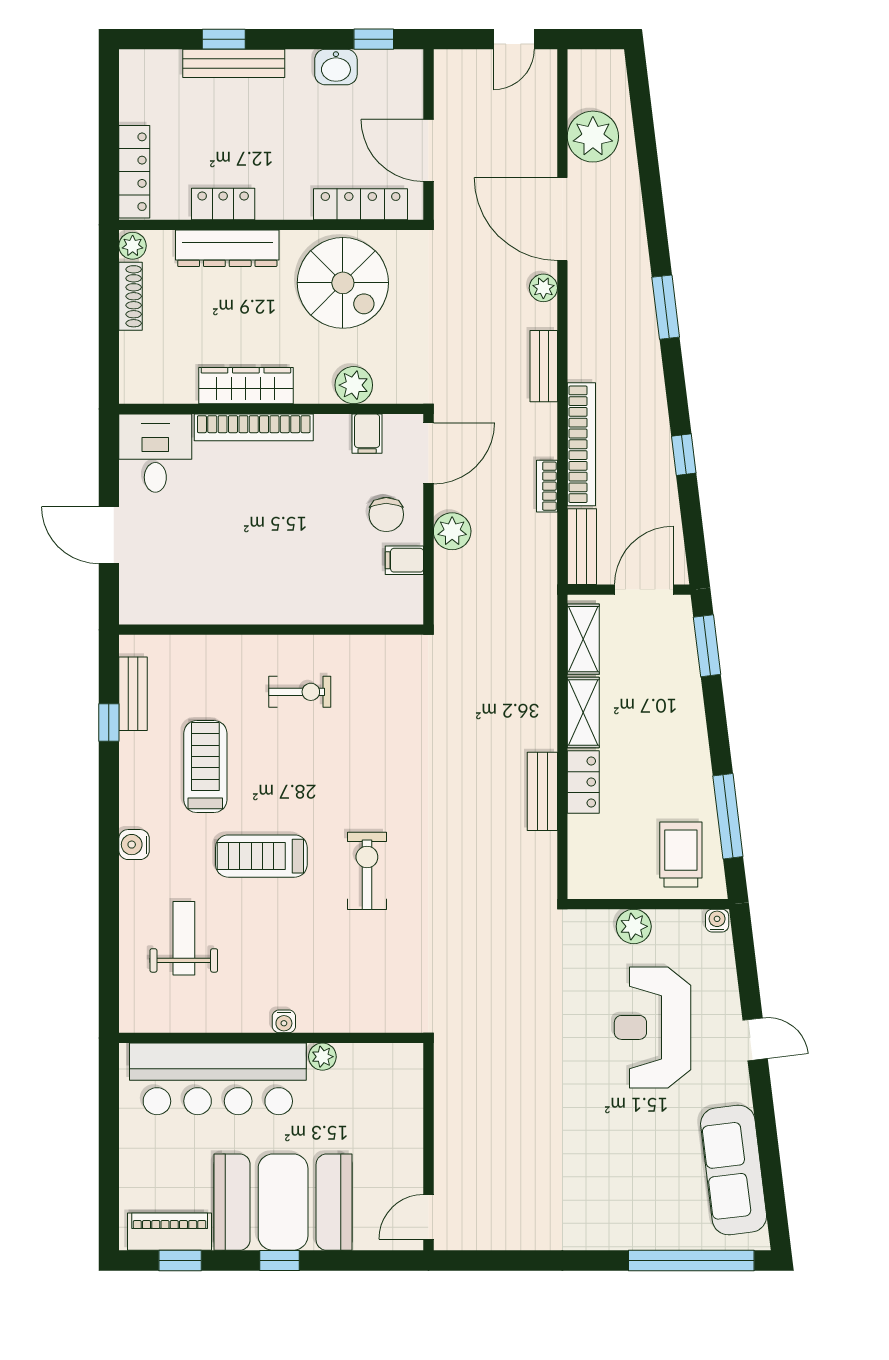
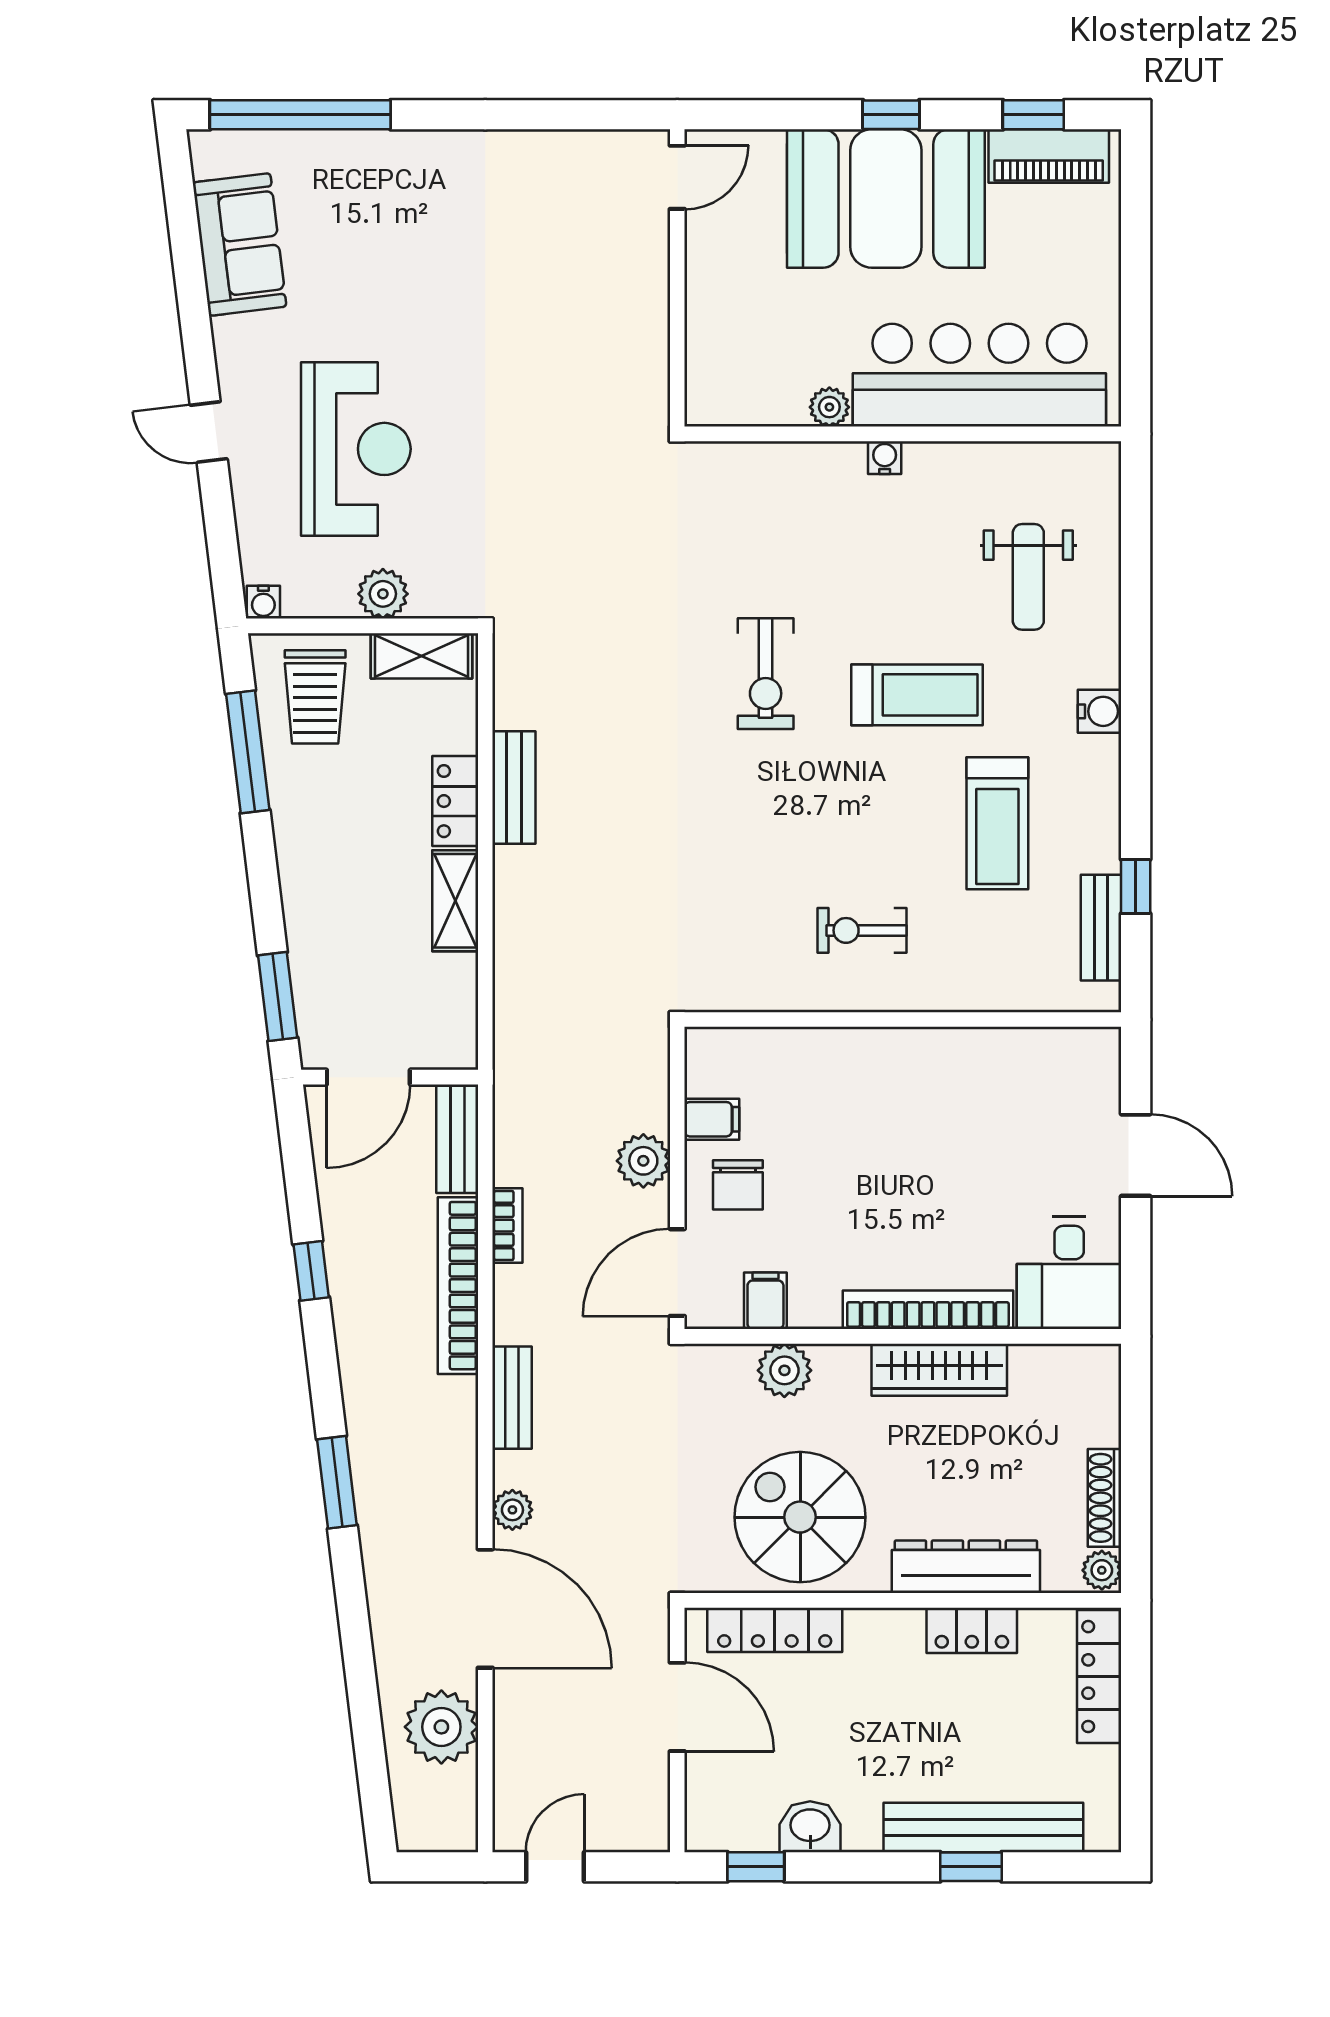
bench: (234, 63) -> (983, 1828), width x1.37, depth x1.21
chair: (386, 514) -> (738, 1185), turned 180
shelving: (583, 639) -> (422, 656), moved, turned 90
sofa: (734, 1170) -> (240, 244), width x0.73

